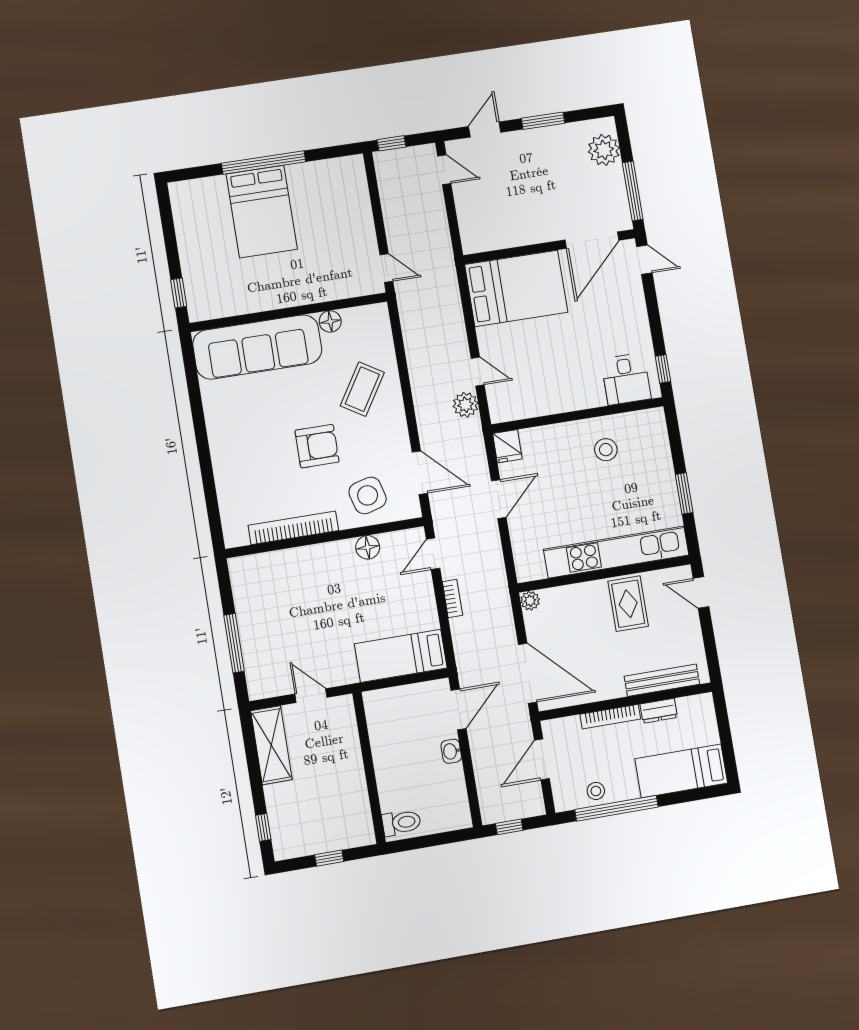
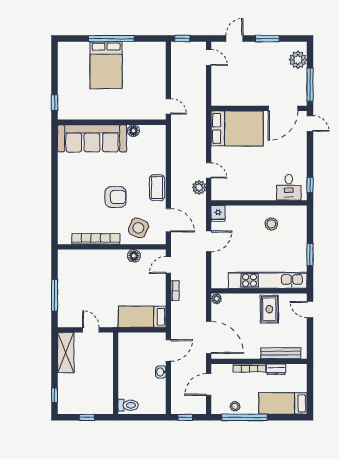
coffee table: (362, 389) -> (157, 188), moved, turned -32
side table: (368, 495) -> (138, 228), turned 38

